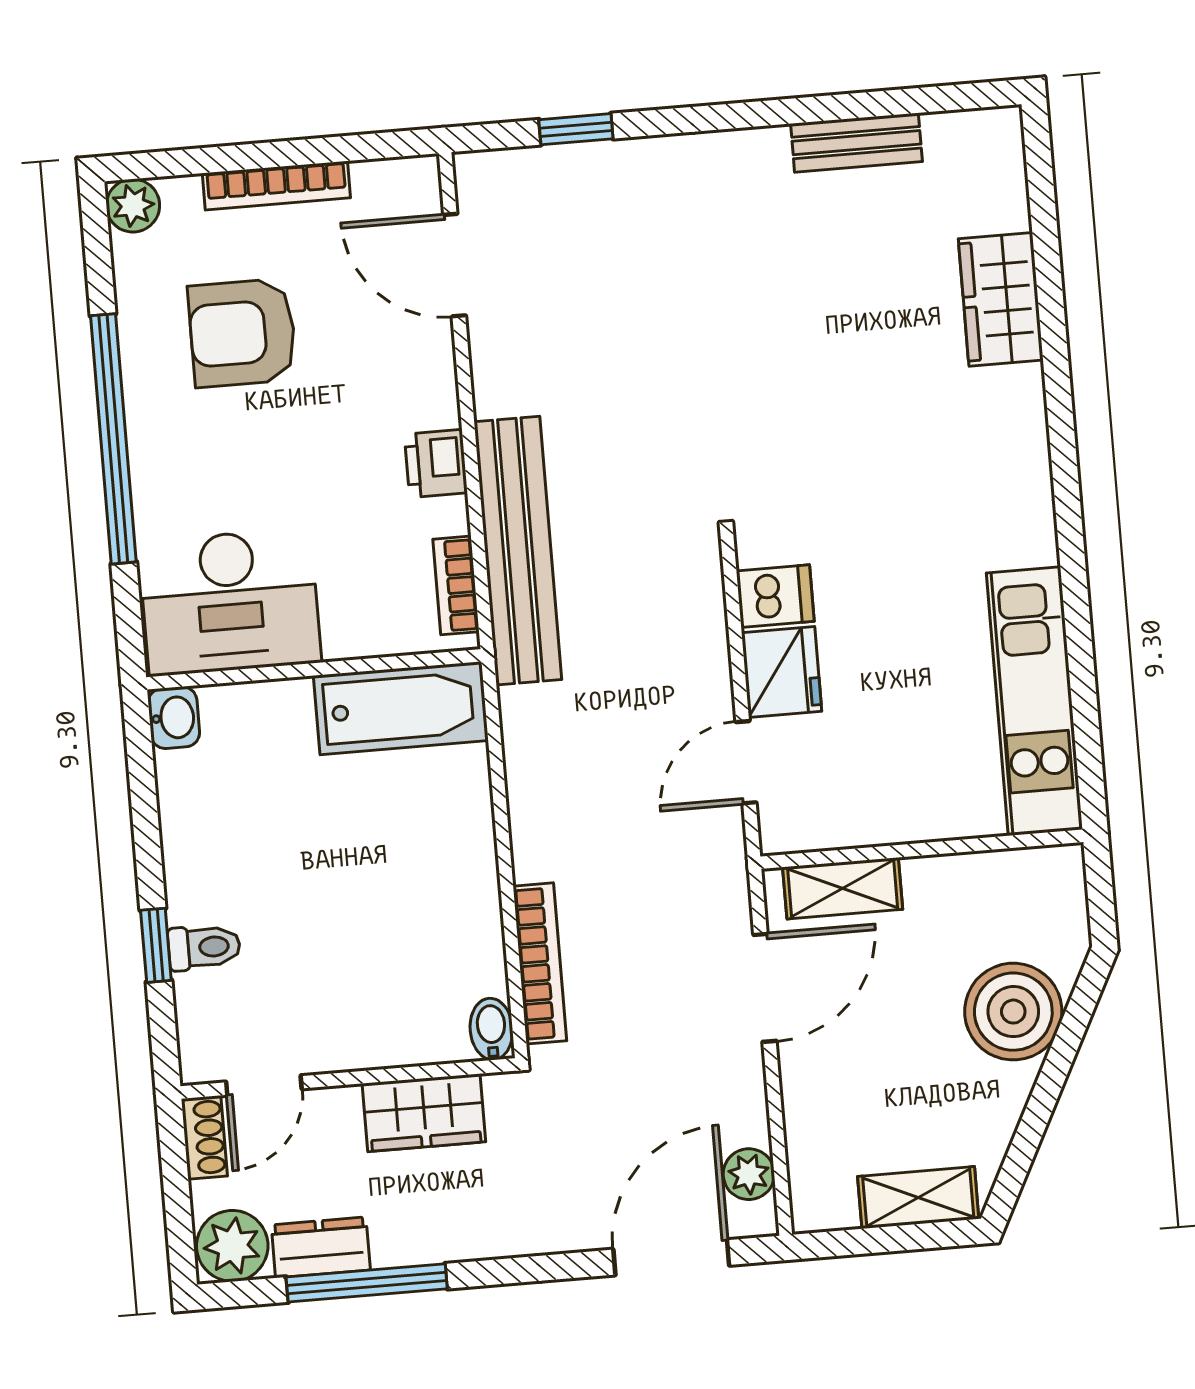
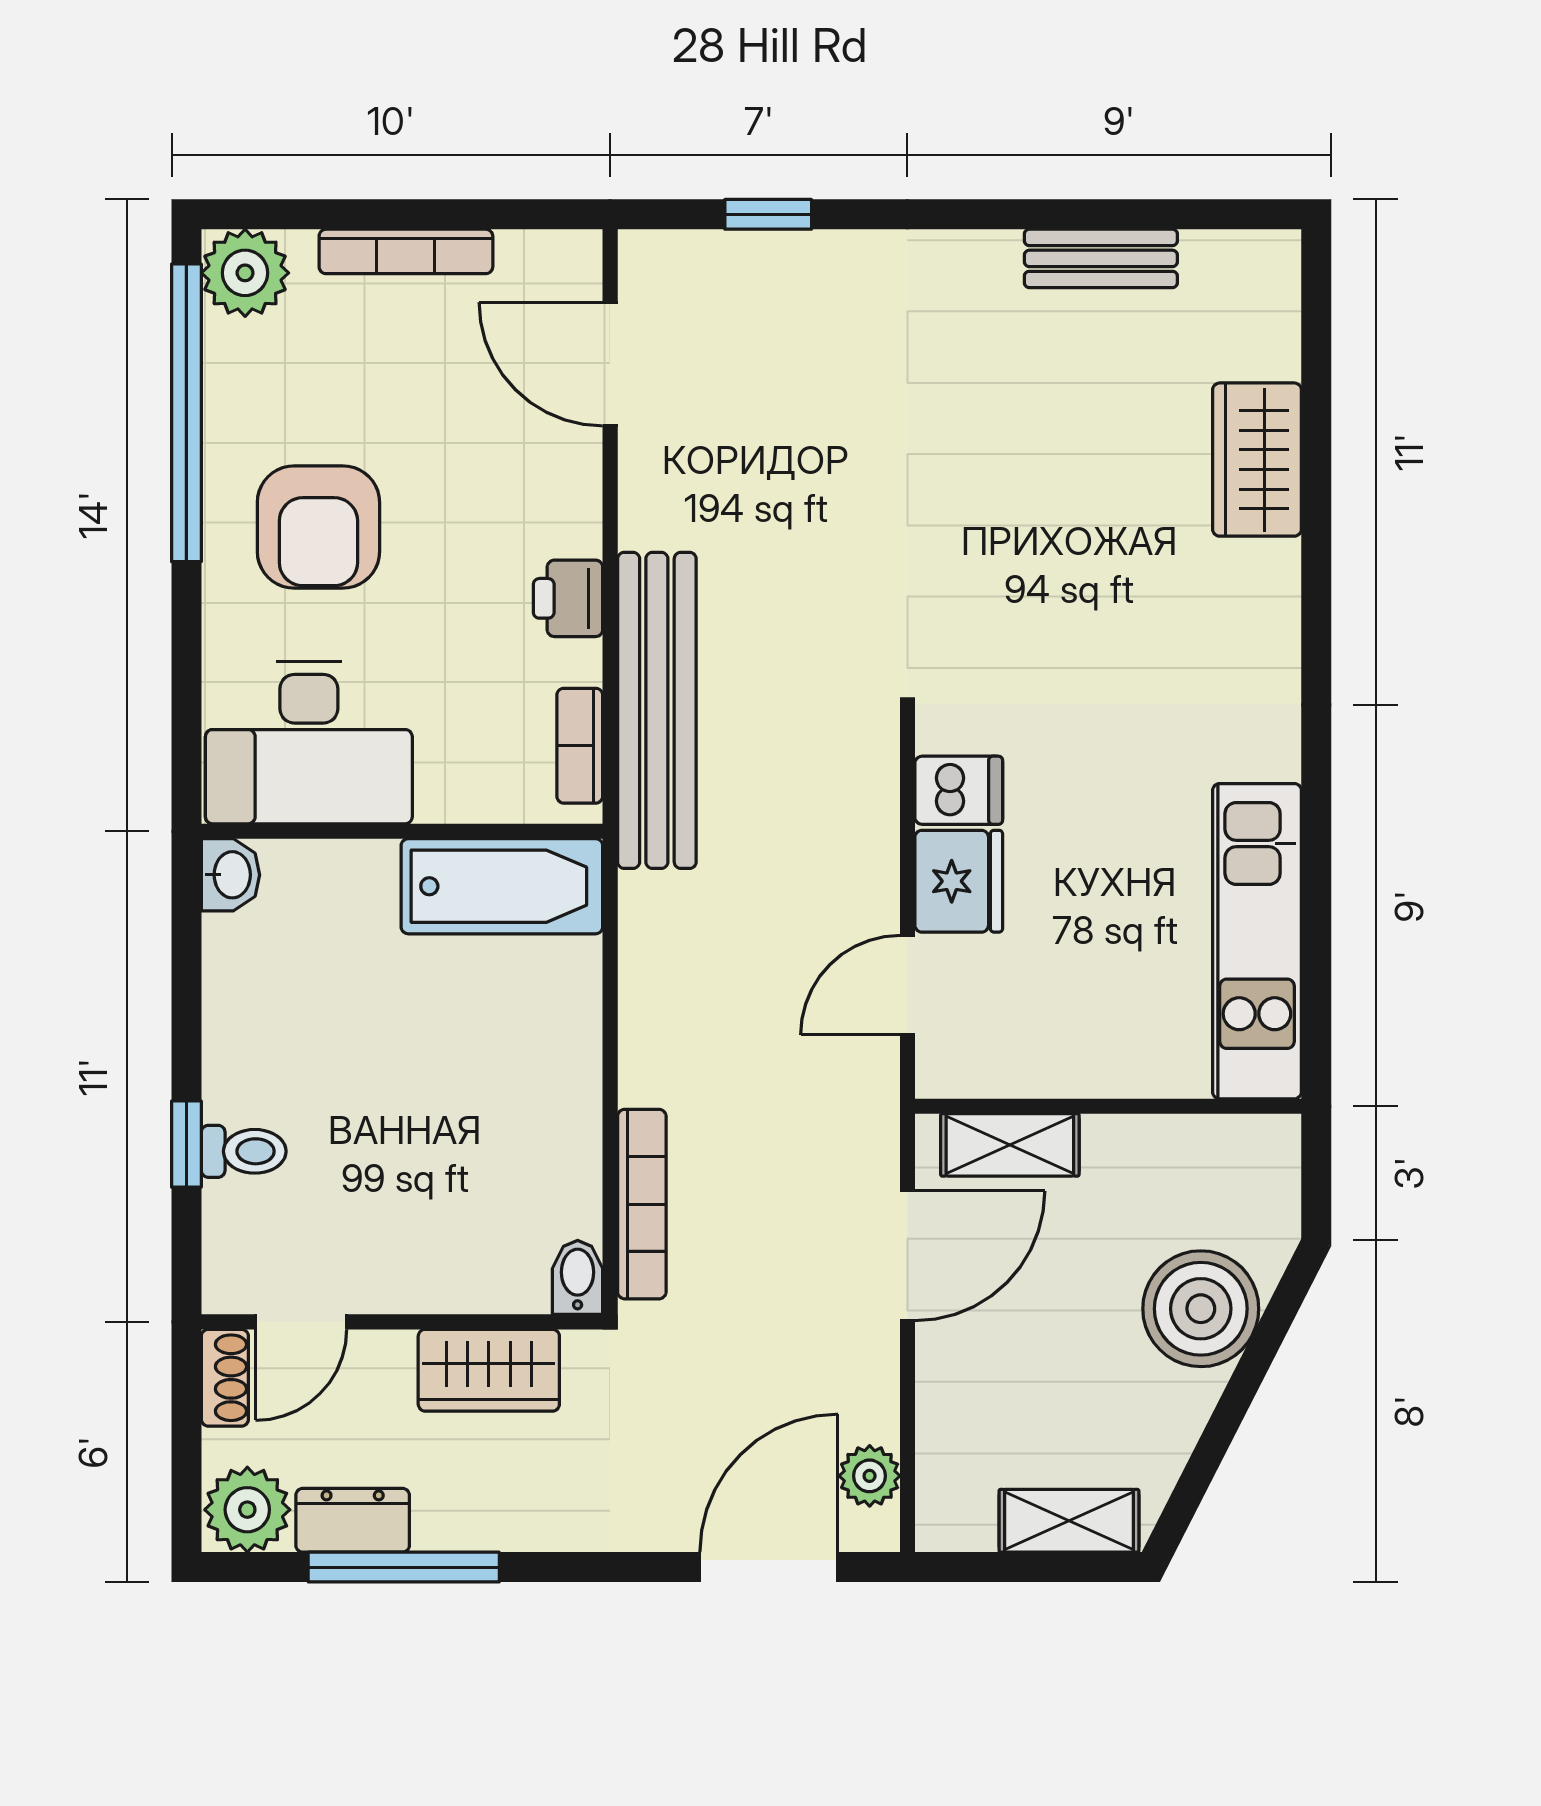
plant: (133, 206) -> (245, 273), width x1.38, depth x1.38
armchair: (242, 333) -> (318, 527), moved, turned -90
window: (113, 439) -> (186, 413), moved

